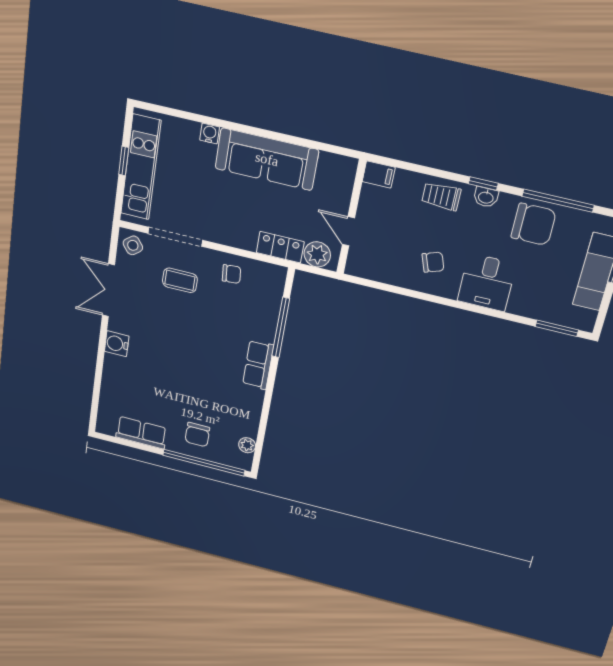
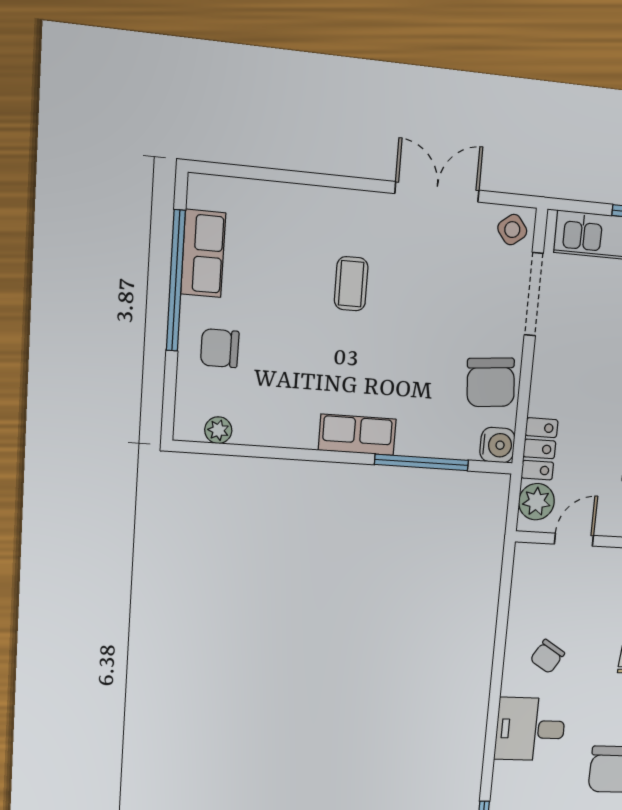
chair: (433, 262) -> (547, 656), turned 51
chair: (232, 274) -> (491, 382), width x1.87, depth x1.87
coffee table: (180, 280) -> (351, 284), moved
water cooler: (117, 344) -> (497, 445), moved, turned 90
window: (204, 463) -> (176, 281), moved

